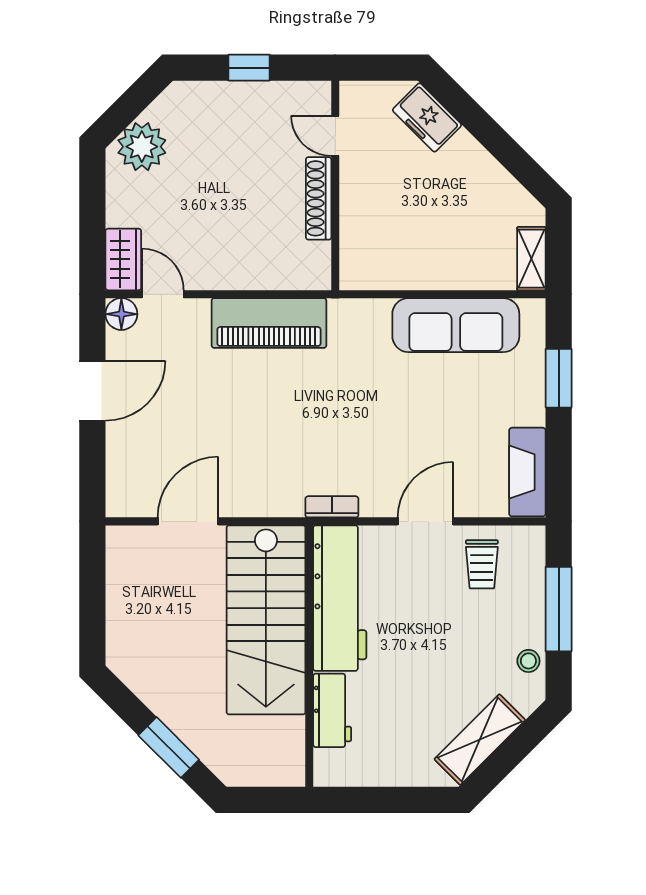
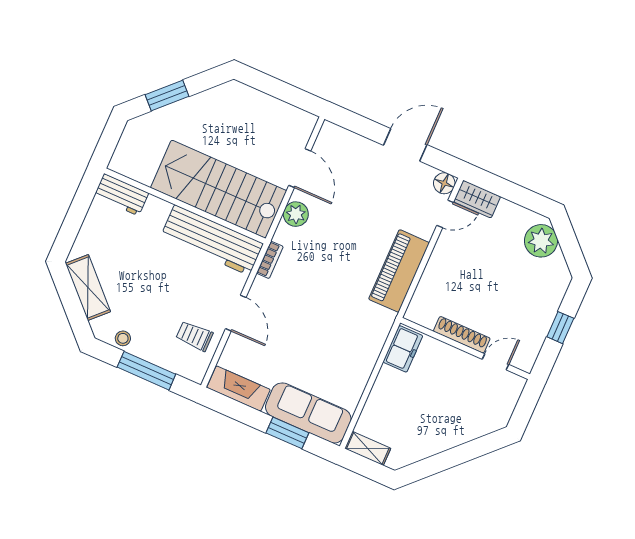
freezer: (427, 117) -> (403, 349), moved, turned 135
sofa: (456, 325) -> (308, 413), moved, turned 90
door: (92, 391) -> (405, 145), swing flipped
plant: (253, 499) -> (296, 214), added
workbench: (332, 710) -> (121, 195), moved

